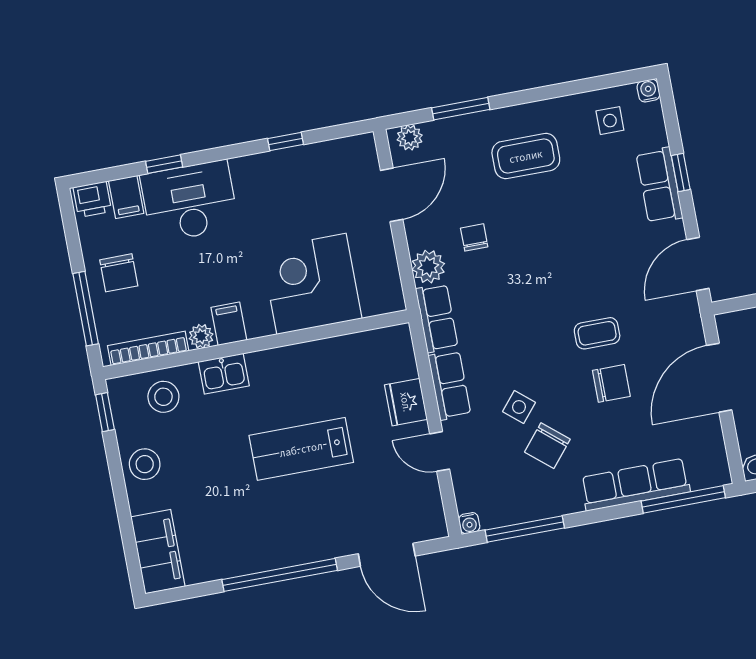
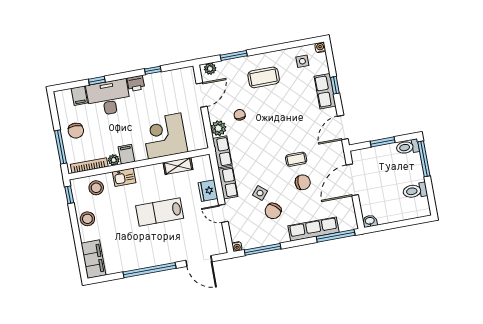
printer: (92, 199) -> (136, 83), moved
shelving: (341, 349) -> (178, 166), added

